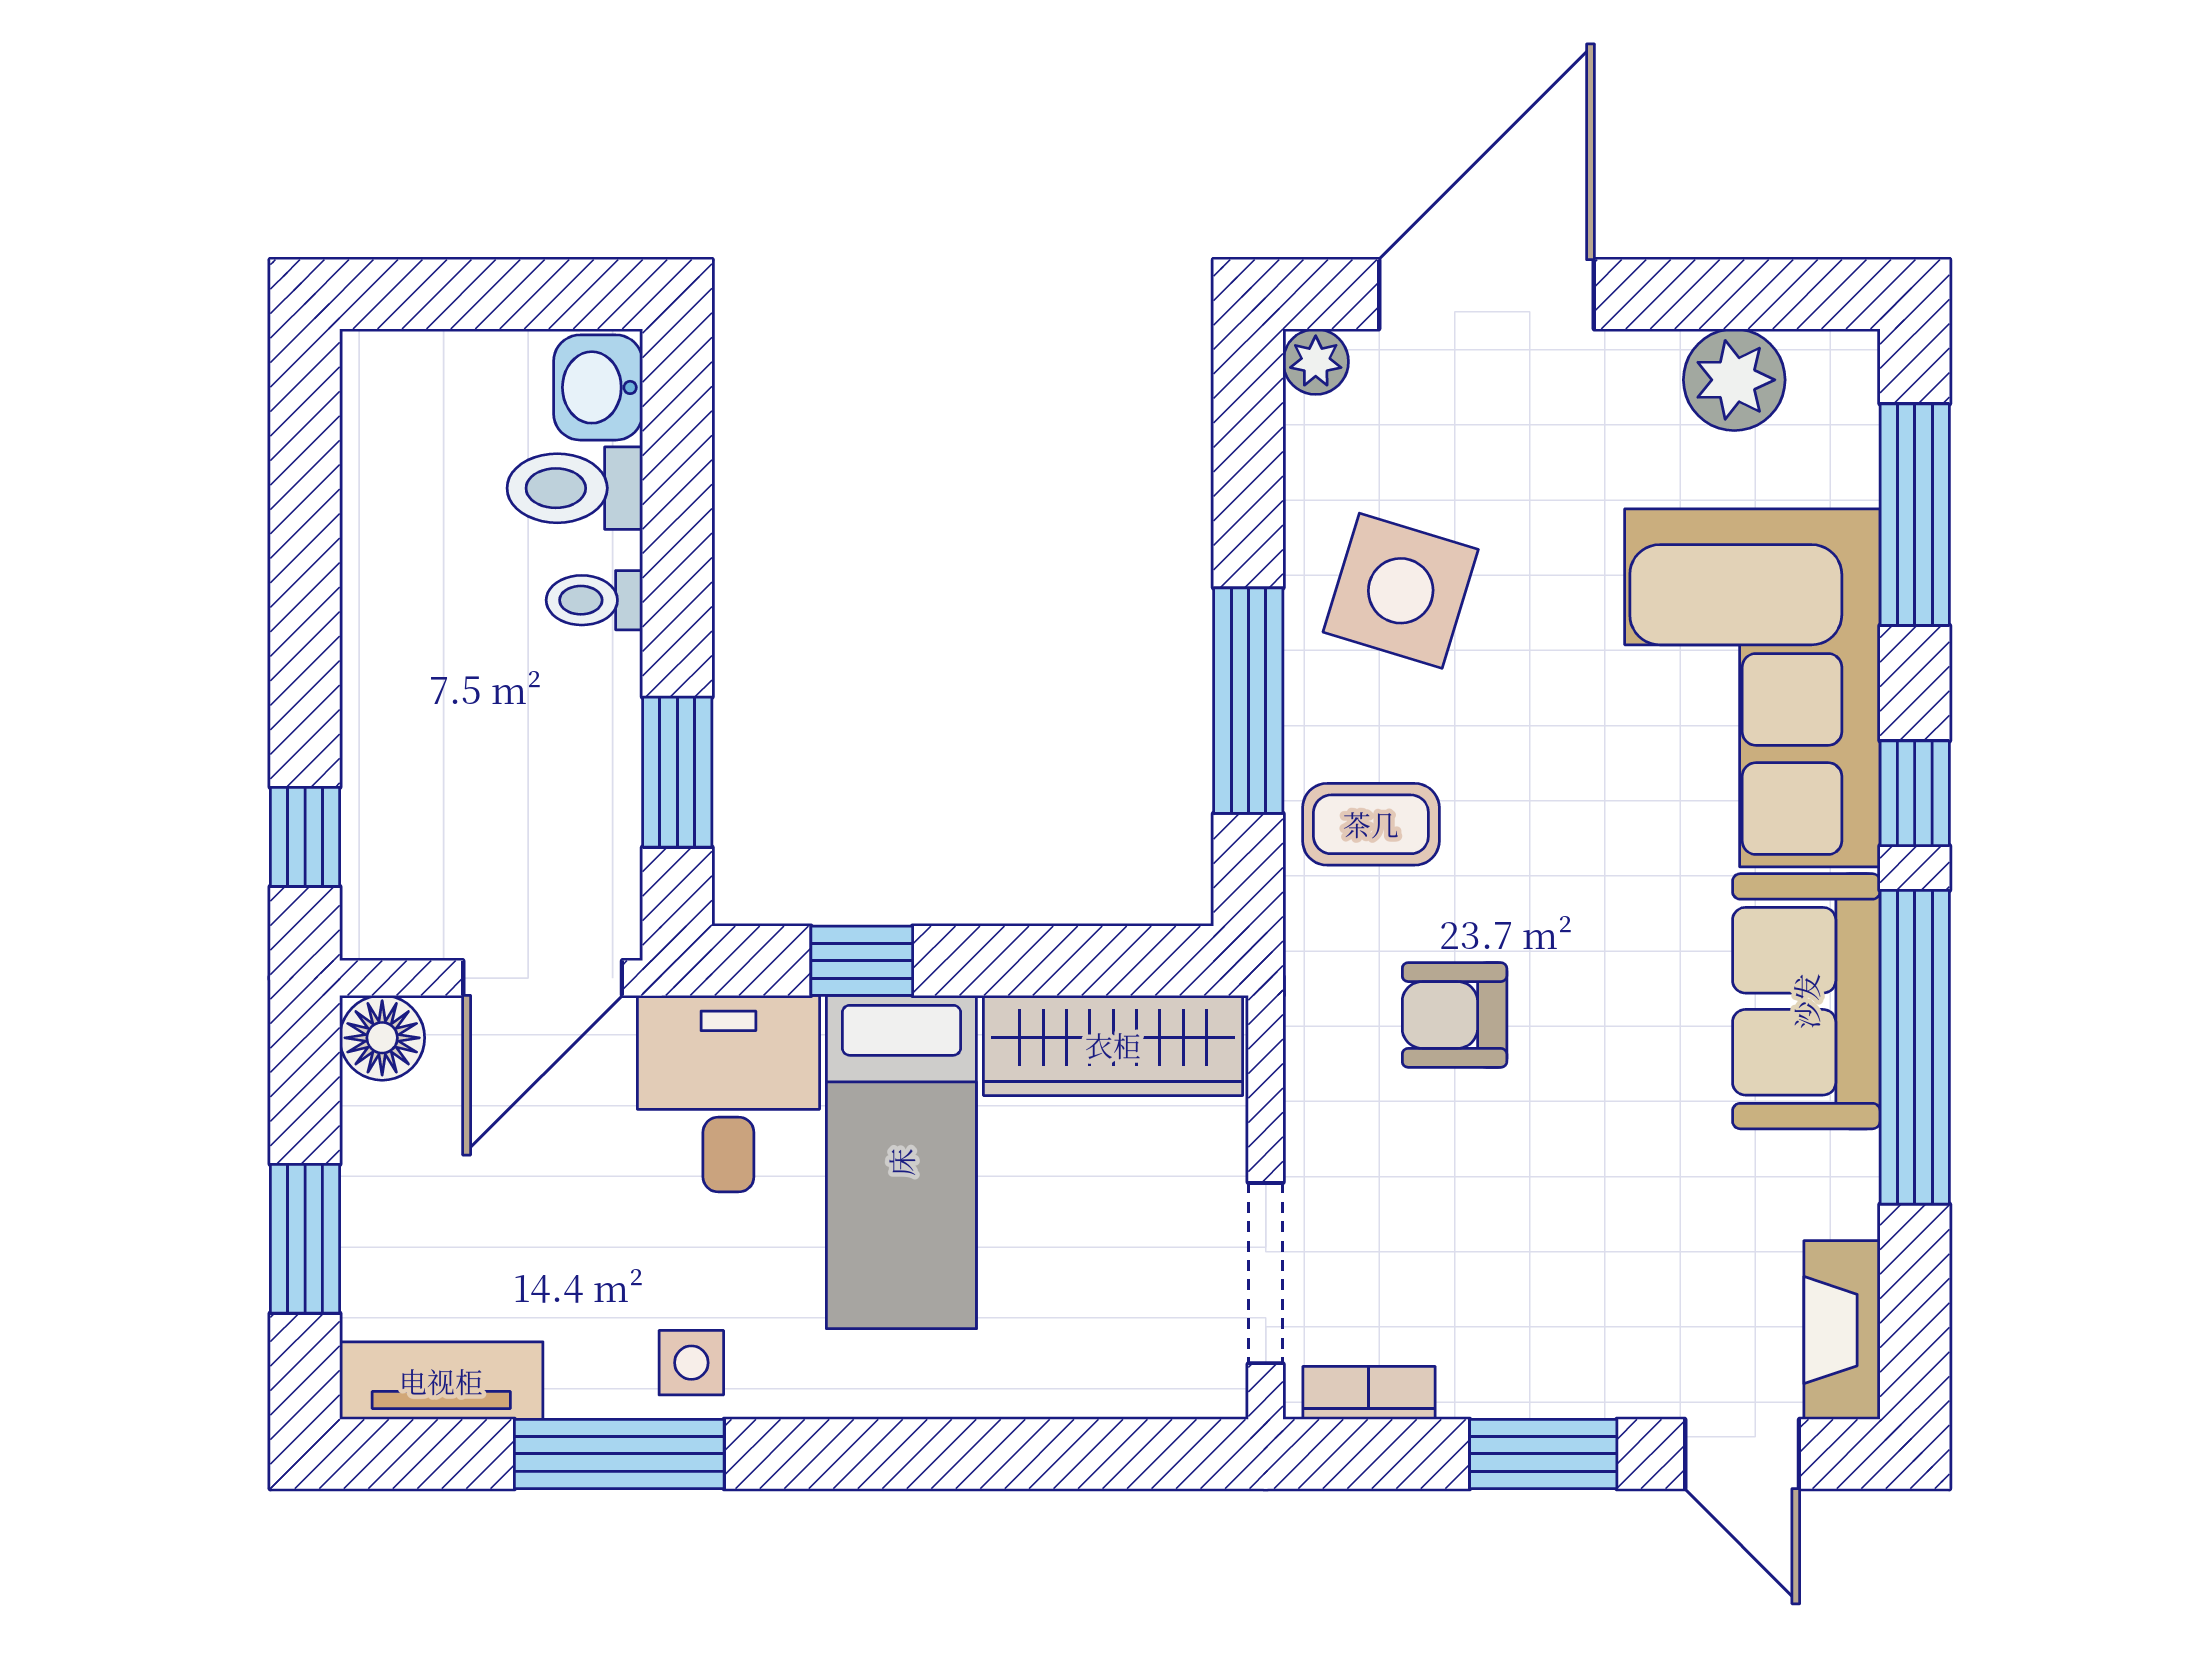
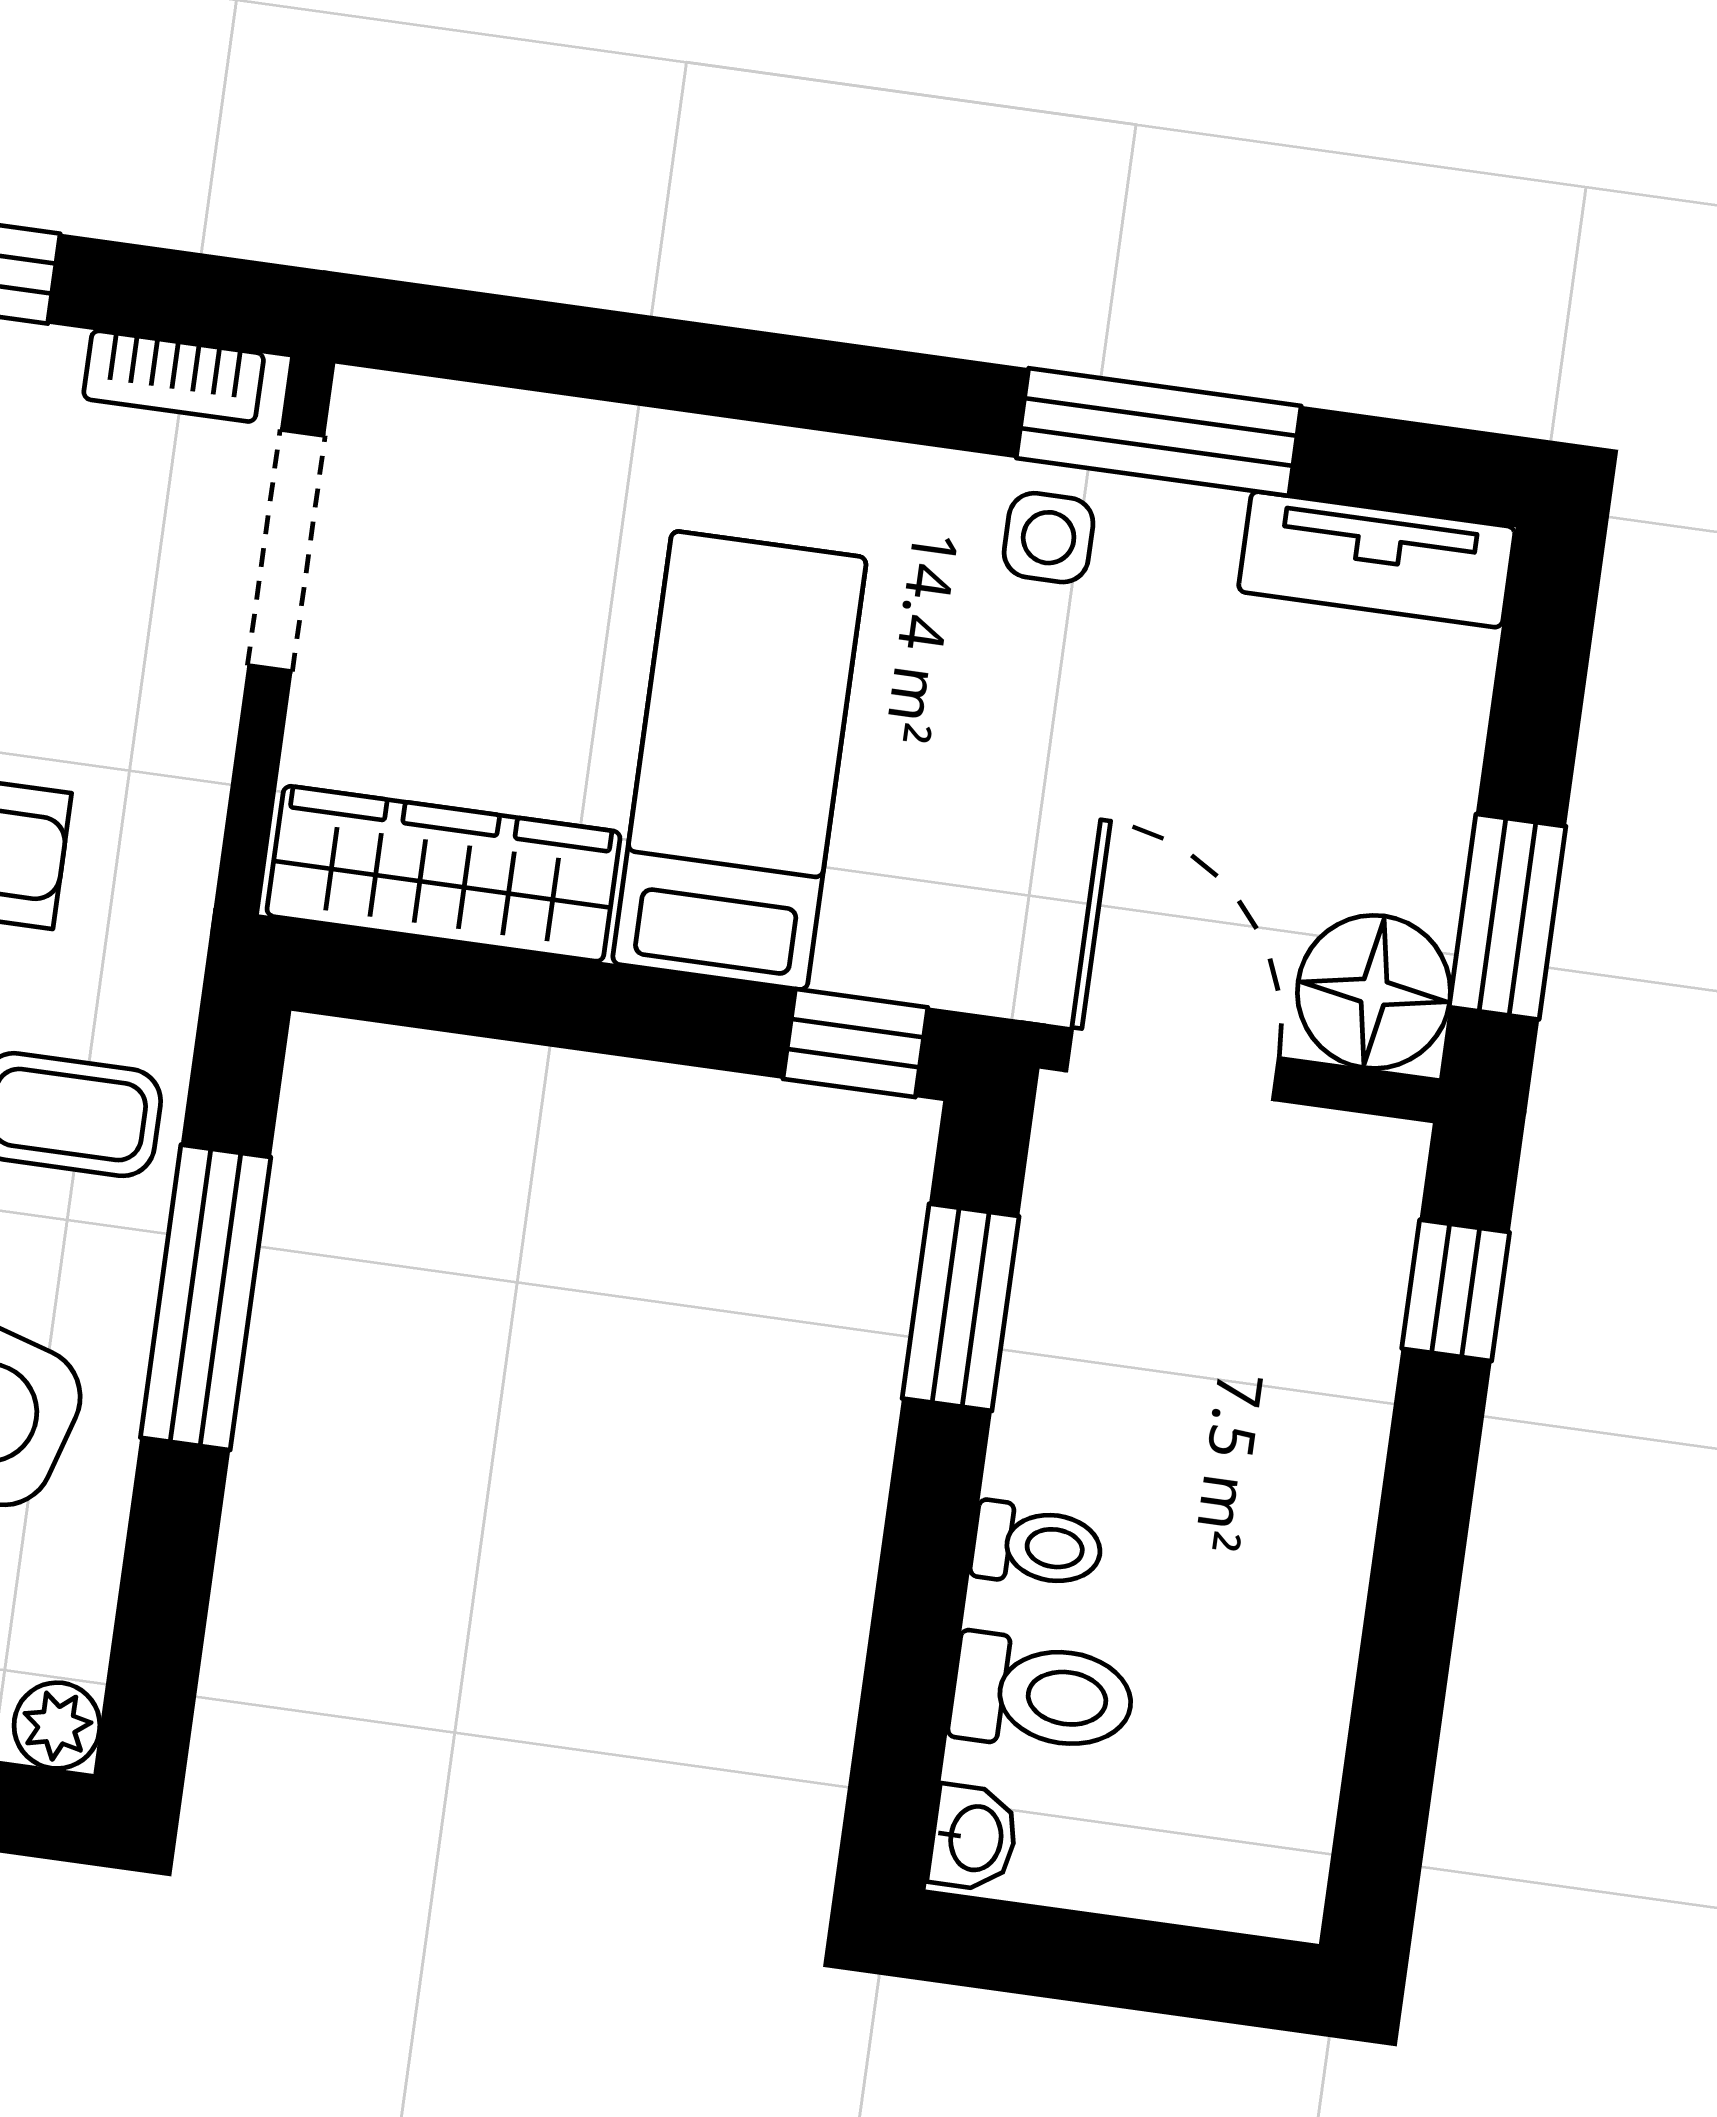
washbasin: (598, 387) -> (973, 1838), width x0.72, depth x0.69
window: (862, 961) -> (855, 1043), moved
door: (543, 978) -> (1172, 1064), hinge flipped
floor lamp: (382, 1038) -> (1374, 992), width x1.38, depth x1.38
desk: (728, 1094) -> (952, 880), removed
window: (305, 1239) -> (1508, 917), moved

